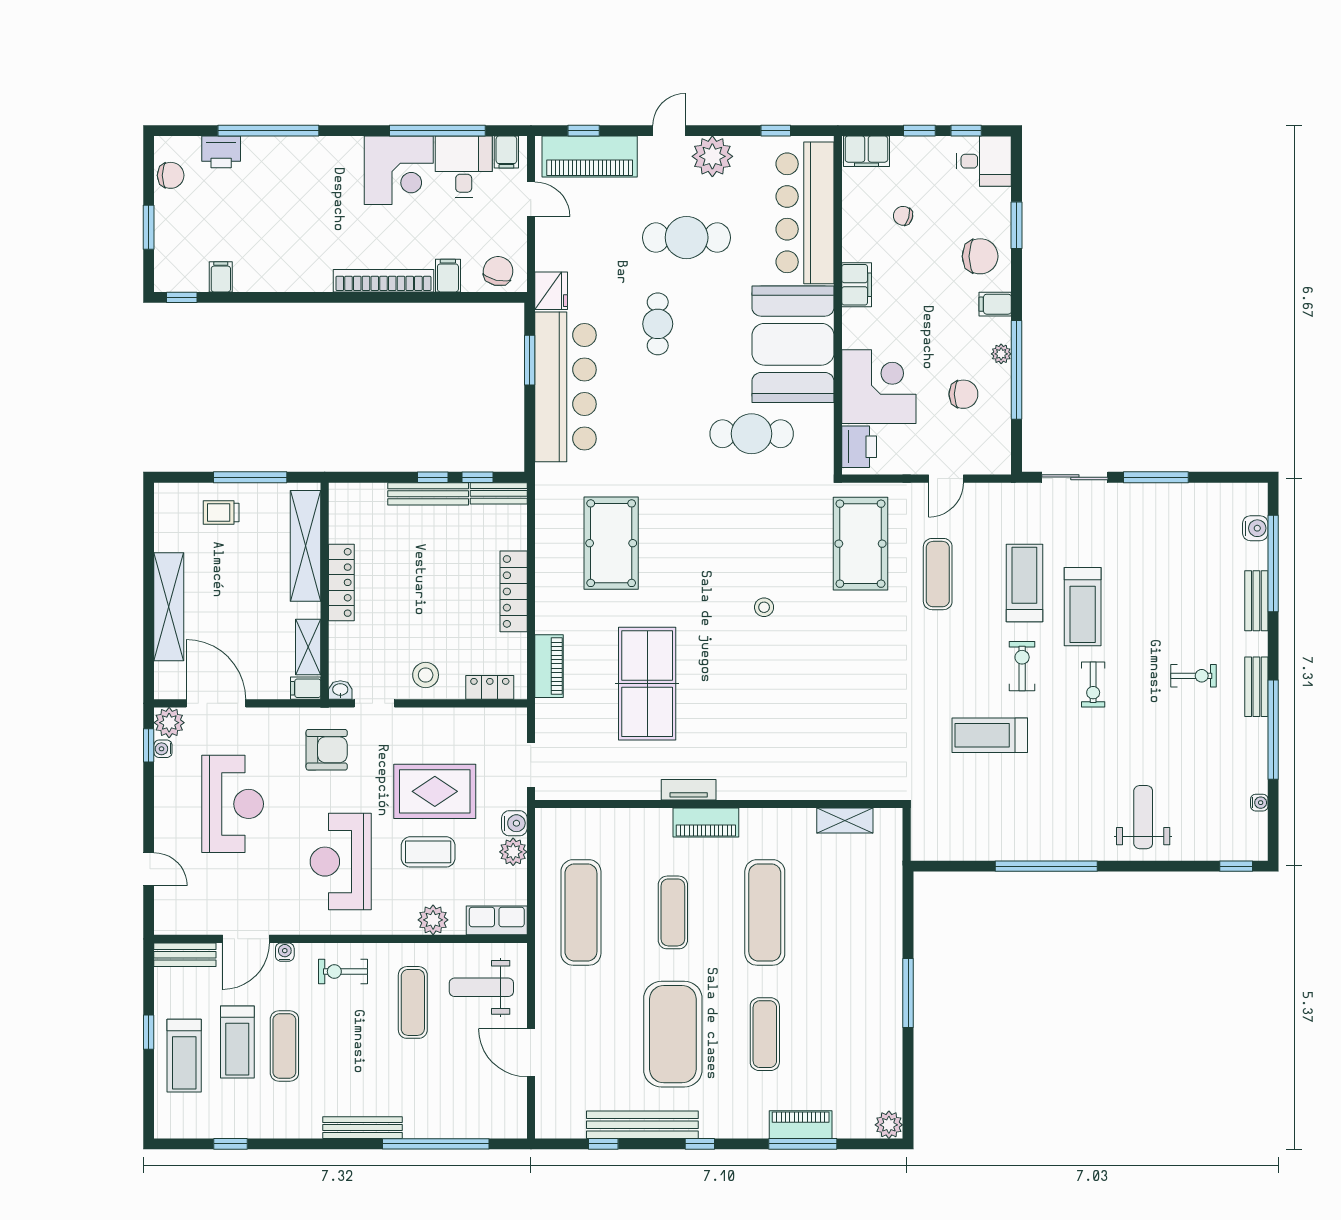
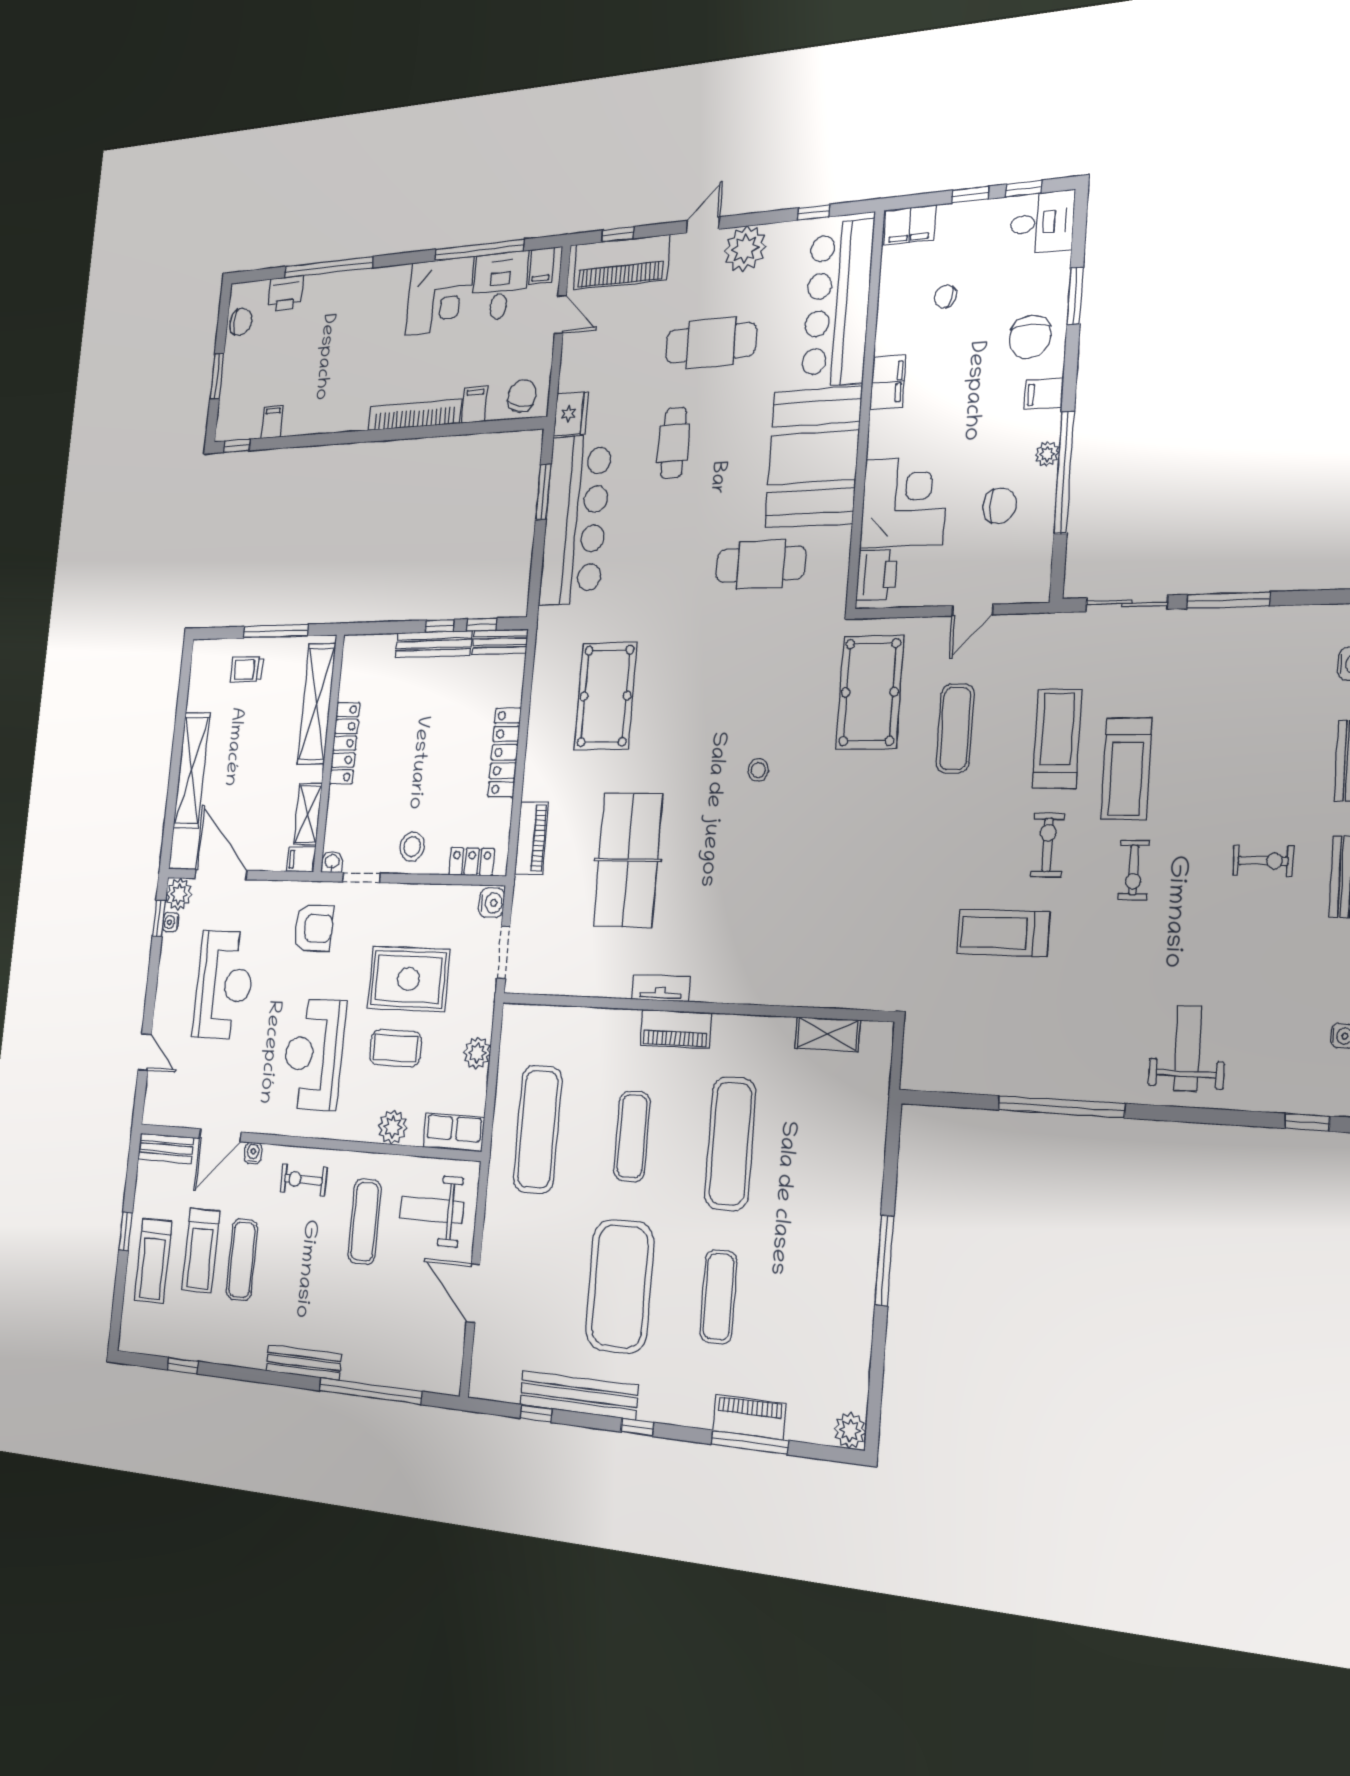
chair: (980, 256) -> (1030, 337), turned 90
water cooler: (514, 823) -> (492, 903), moved

